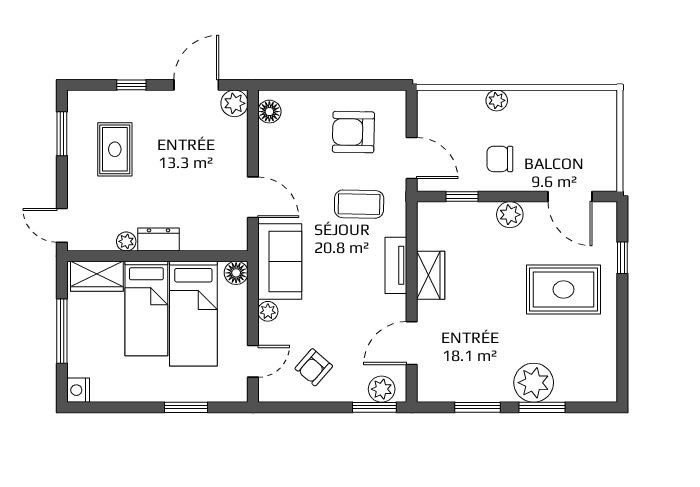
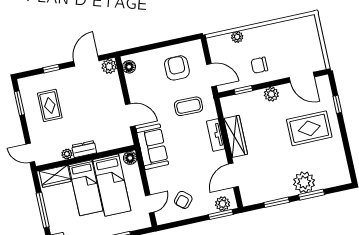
plant: (497, 100) -> (237, 37), moved
armchair: (353, 132) -> (177, 68), turned 89
wardrobe: (431, 275) -> (236, 136), width x1.50
plant: (268, 311) -> (152, 175), removed

